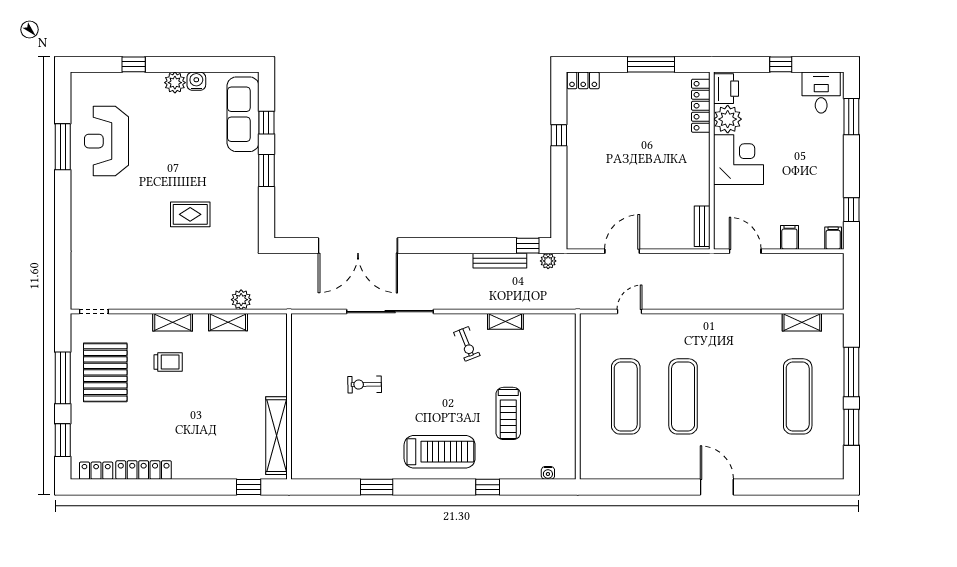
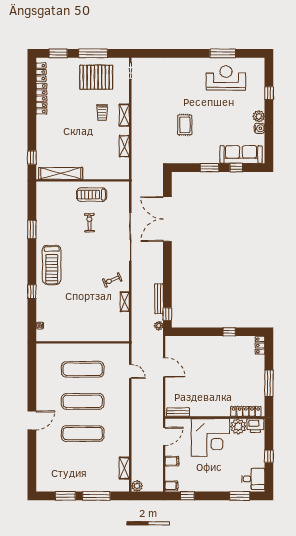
corner desk: (739, 160) -> (210, 438), width x1.36, depth x1.36
plant: (241, 300) -> (137, 486), moved
exercise mat: (798, 396) -> (83, 434), moved
treadmill: (508, 413) -> (92, 195), moved

